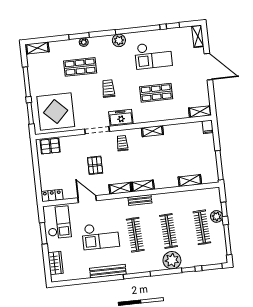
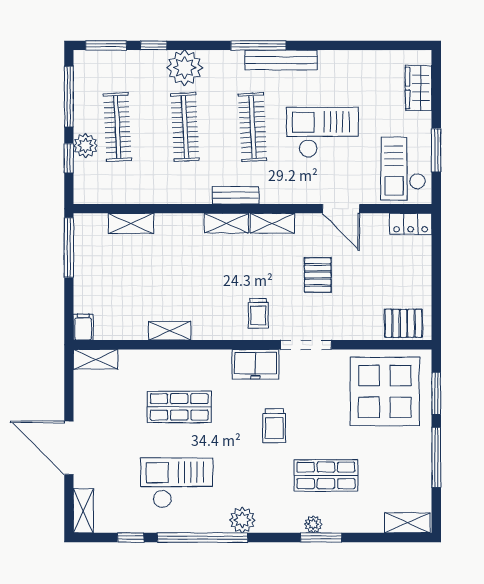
shelving: (152, 131) -> (170, 331), moved
bench: (108, 271) -> (281, 60), moved

